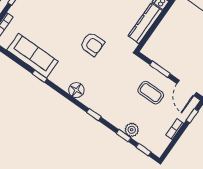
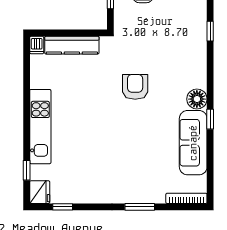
floor lamp: (76, 90) -> (197, 99), moved

